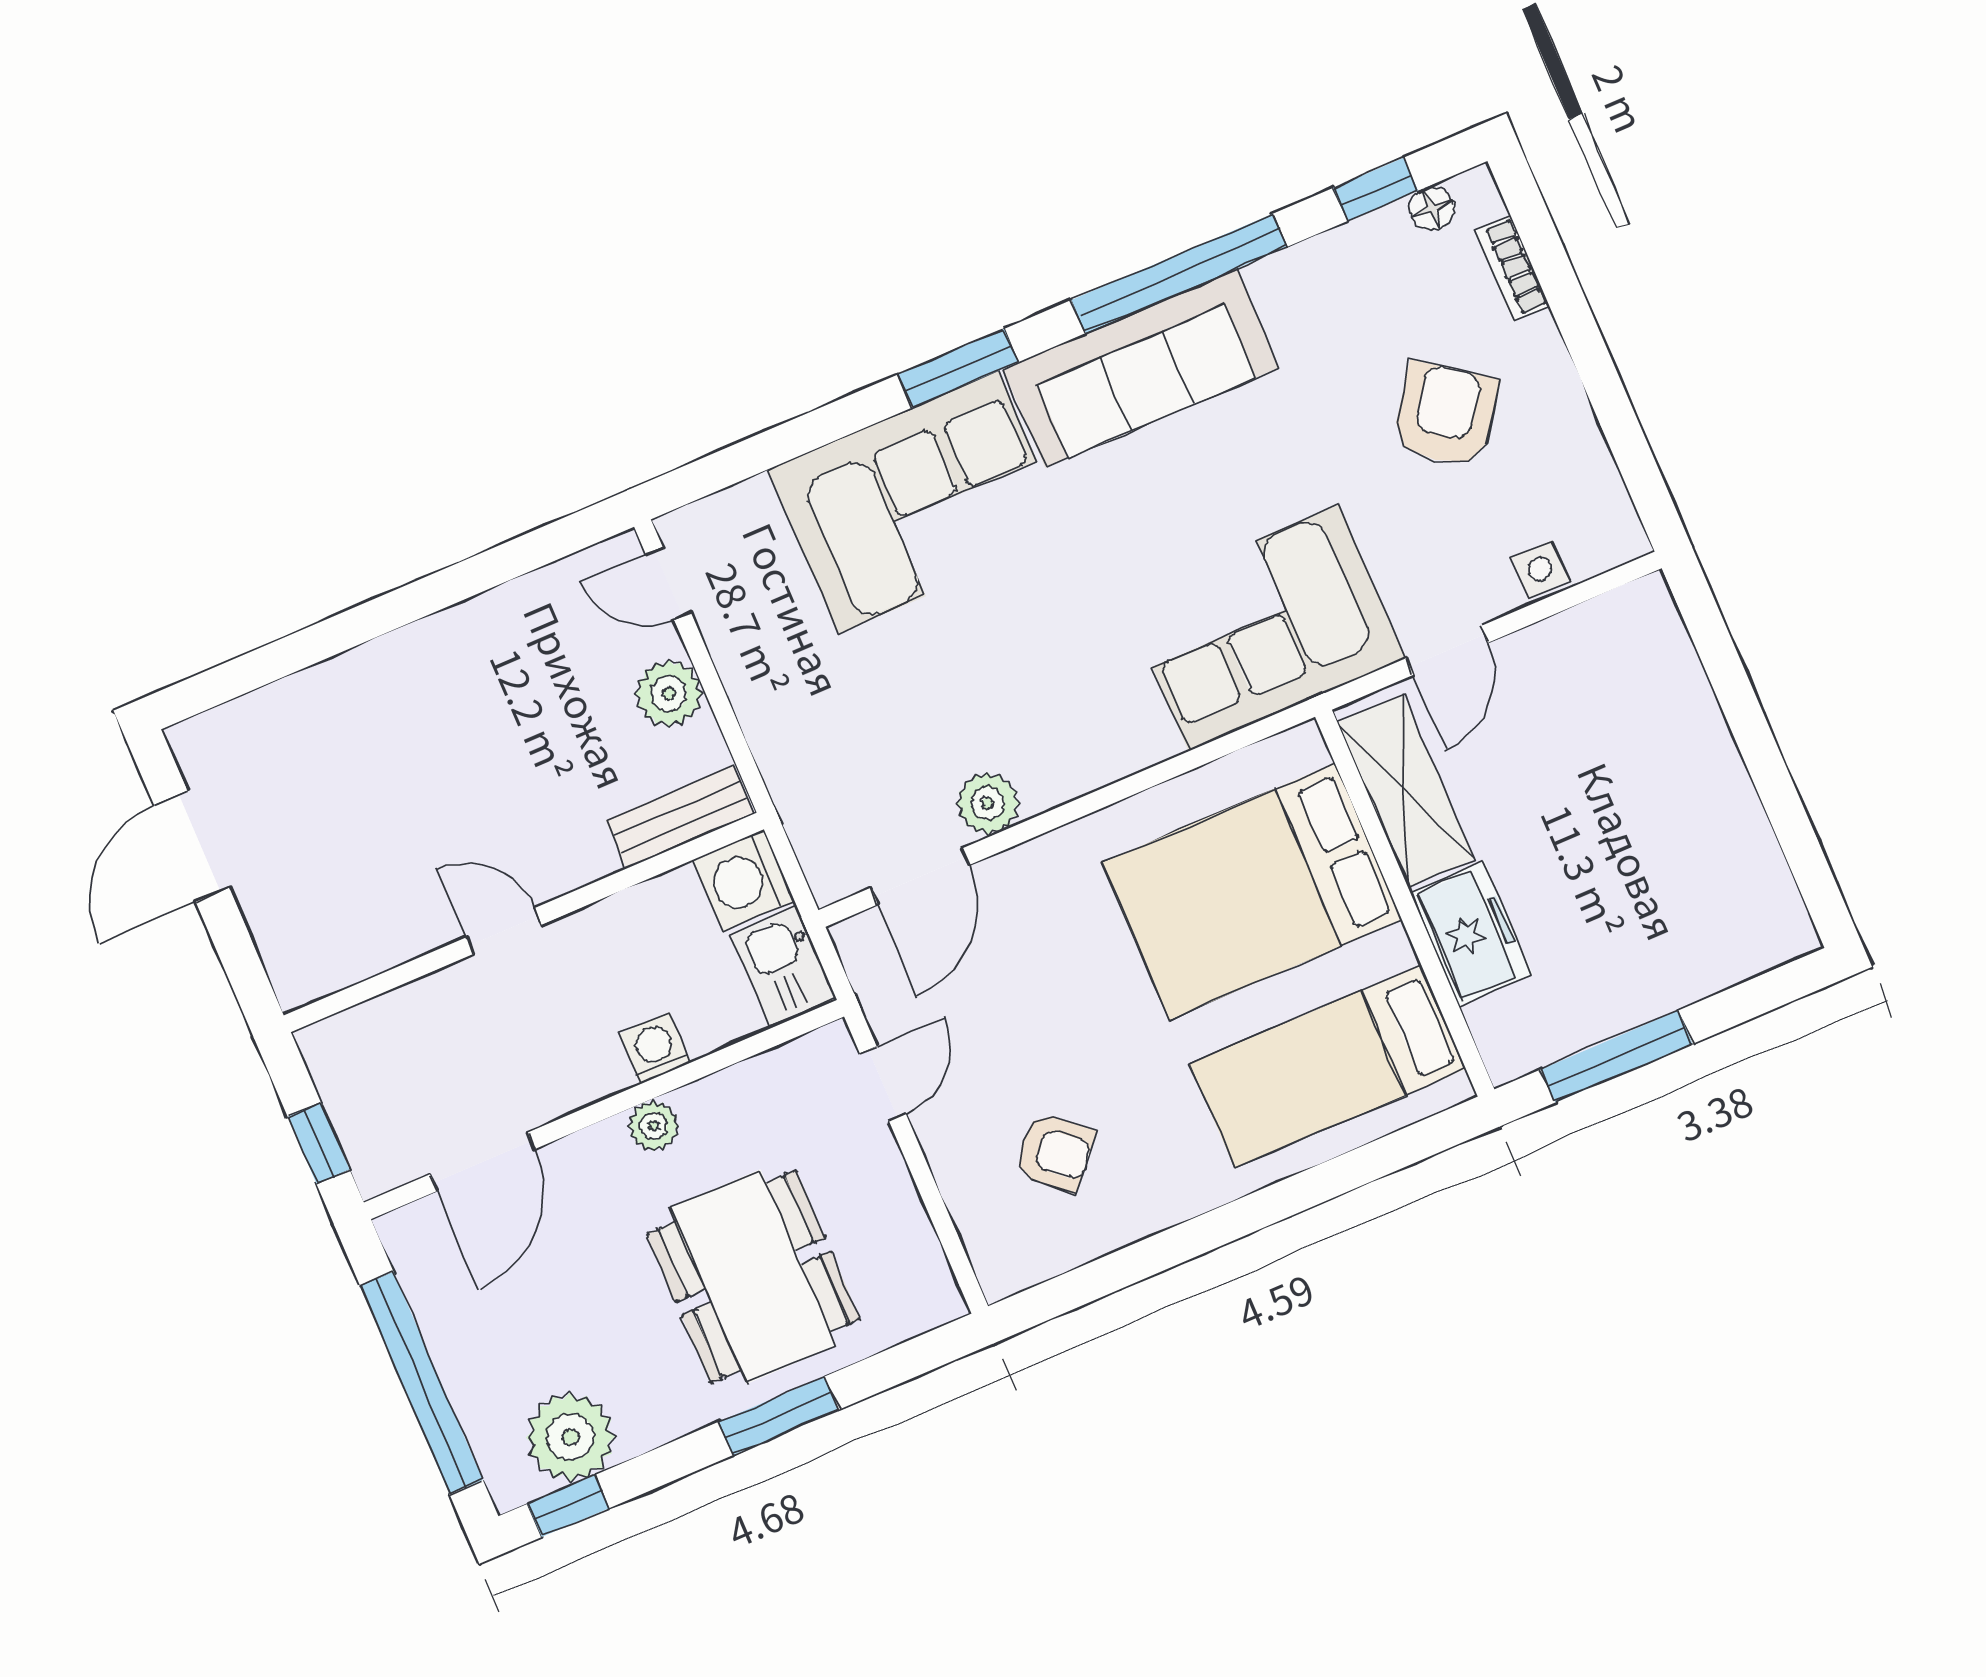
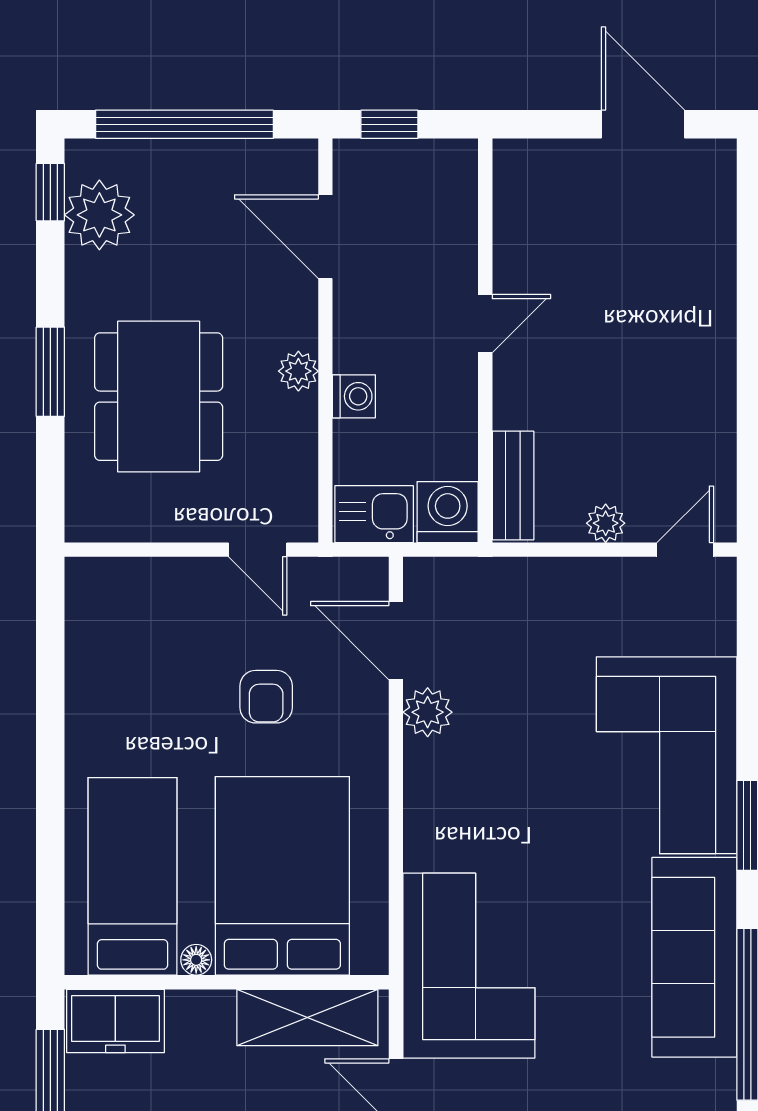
plant: (669, 693) -> (606, 523), width x0.73, depth x0.73
freezer: (1471, 933) -> (115, 1021), moved
floor lamp: (1394, 950) -> (196, 960), added
armchair: (1054, 1152) -> (266, 697), moved, turned -41
dining table: (753, 1277) -> (159, 397), turned 90

